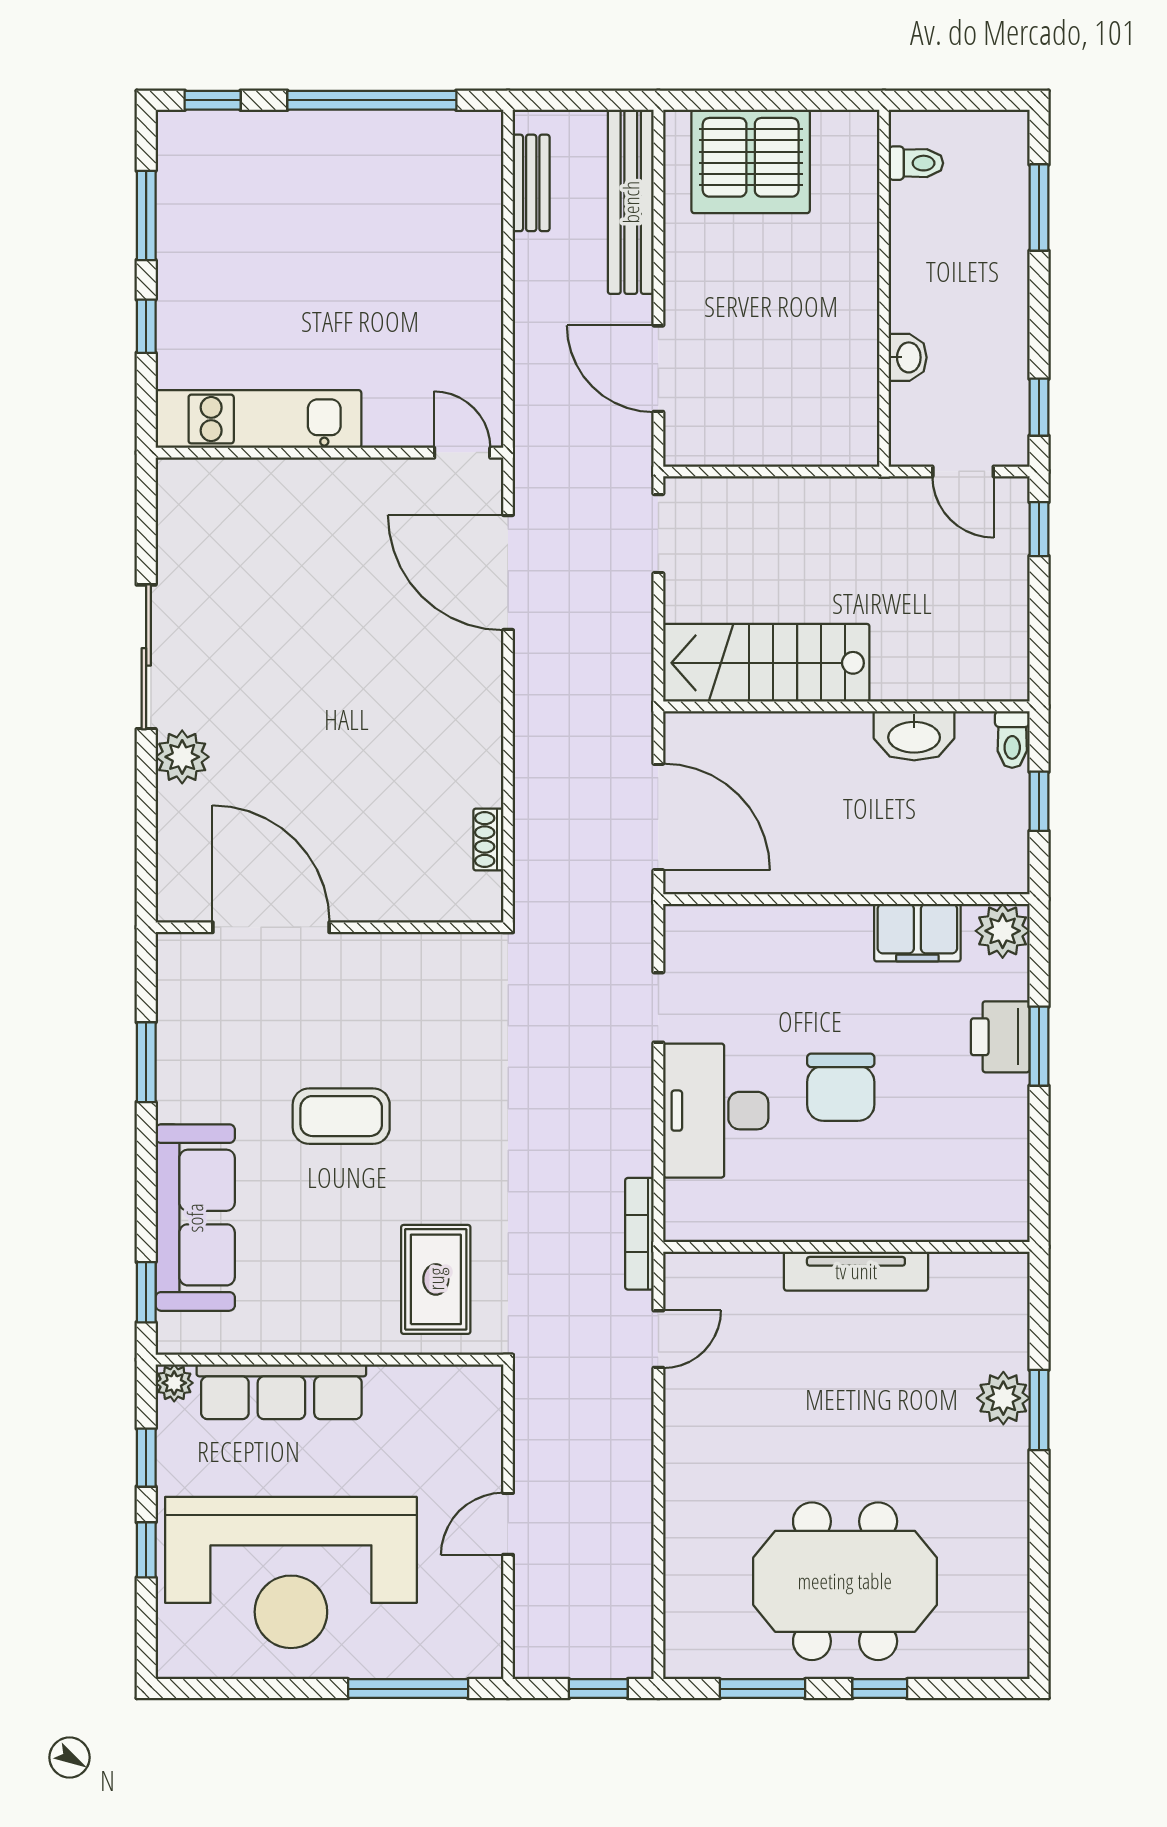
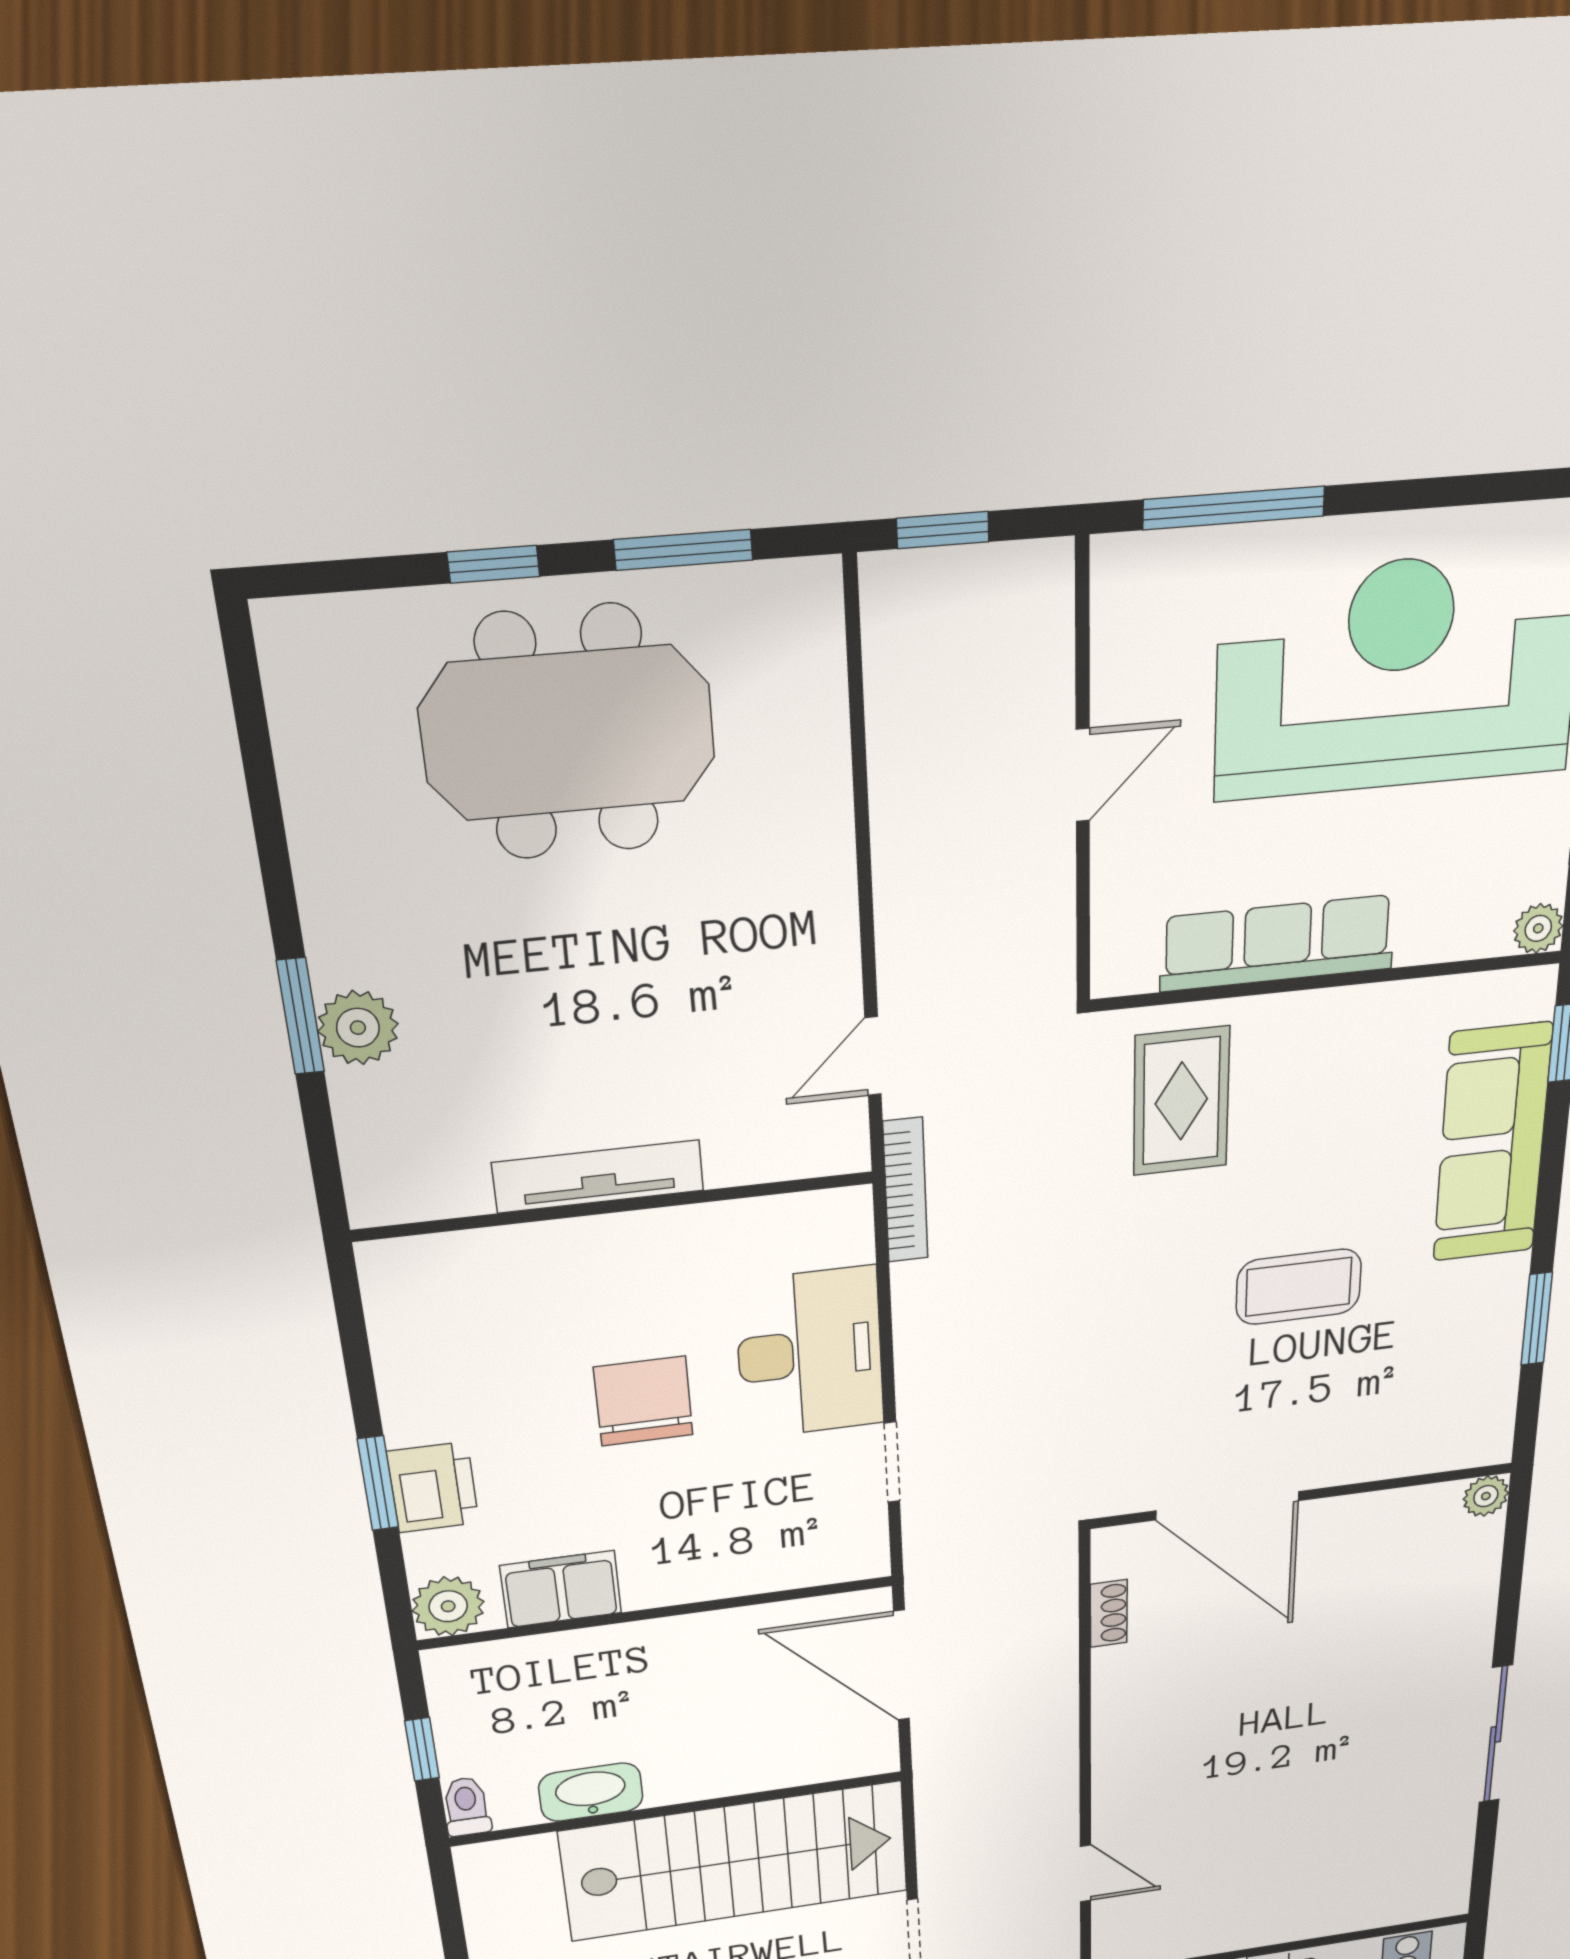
door: (508, 573) -> (1085, 1873), width x0.53
stairs: (766, 663) -> (736, 1861), width x1.36, depth x1.51
plant: (182, 757) -> (1486, 1496), moved, width x0.73, depth x0.73
door: (271, 927) -> (1227, 1506), moved
row of seats: (281, 1392) -> (1277, 943), moved

